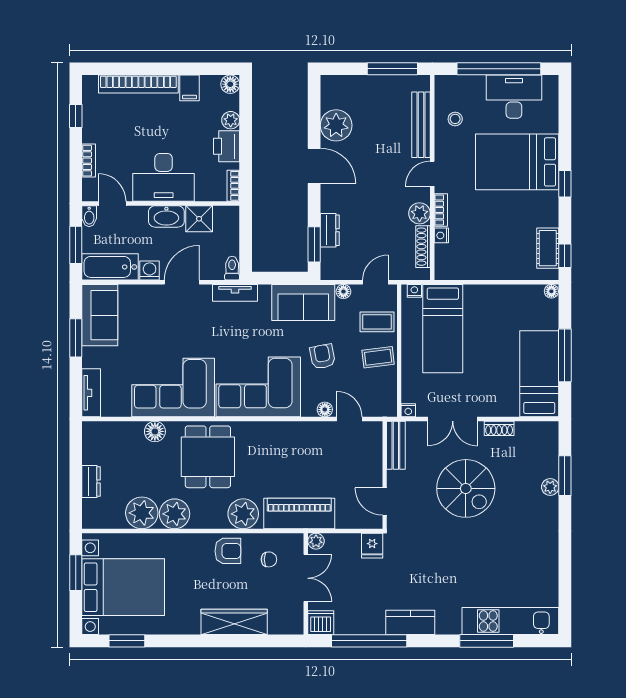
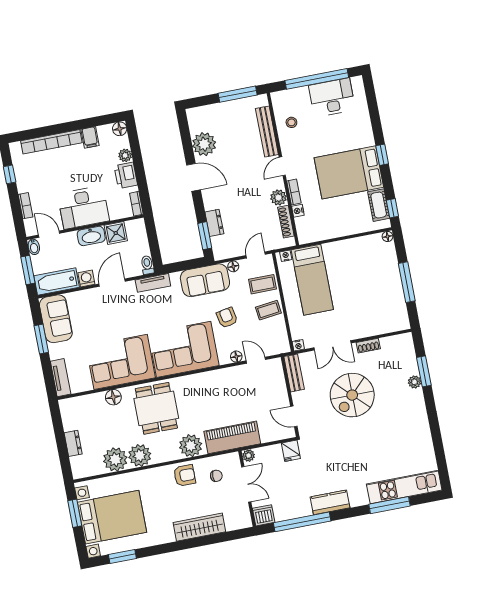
bed: (517, 162) -> (349, 172), moved
bed: (539, 374) -> (390, 299), removed
spiral stairs: (466, 488) -> (352, 395), turned 90

